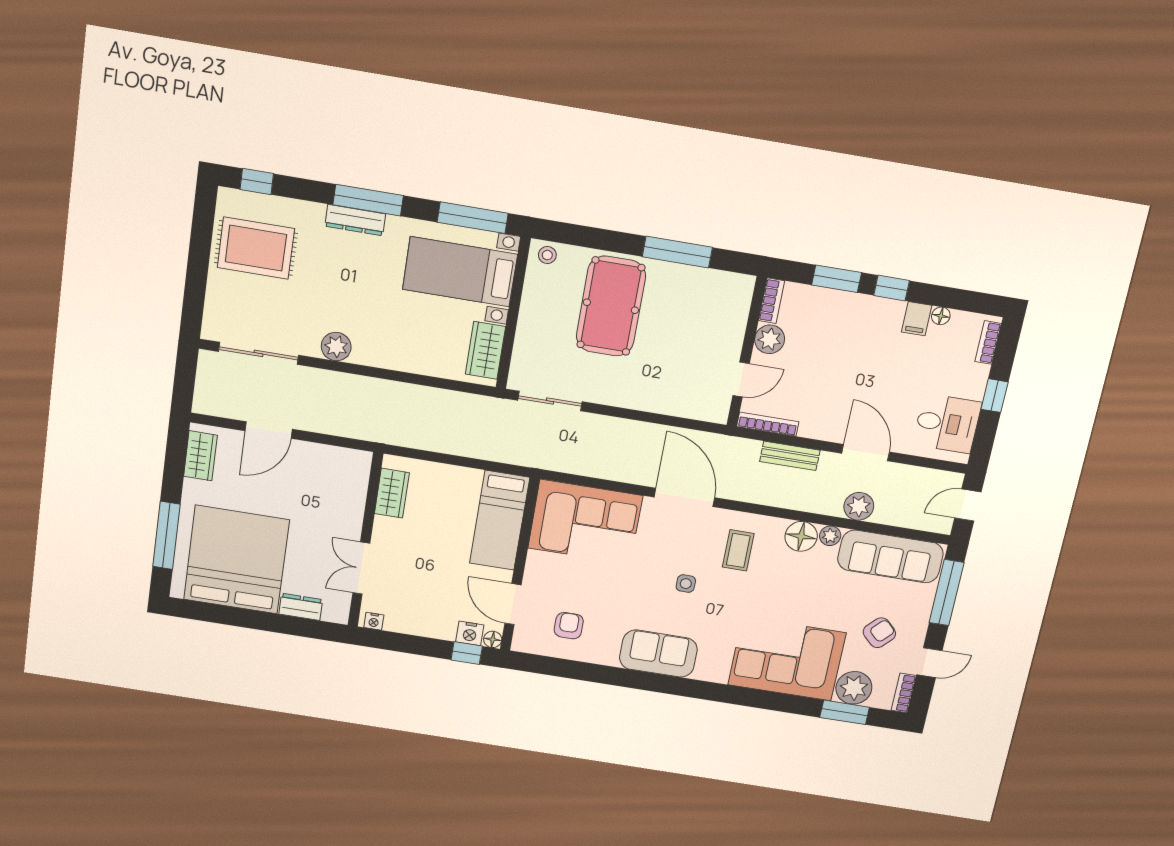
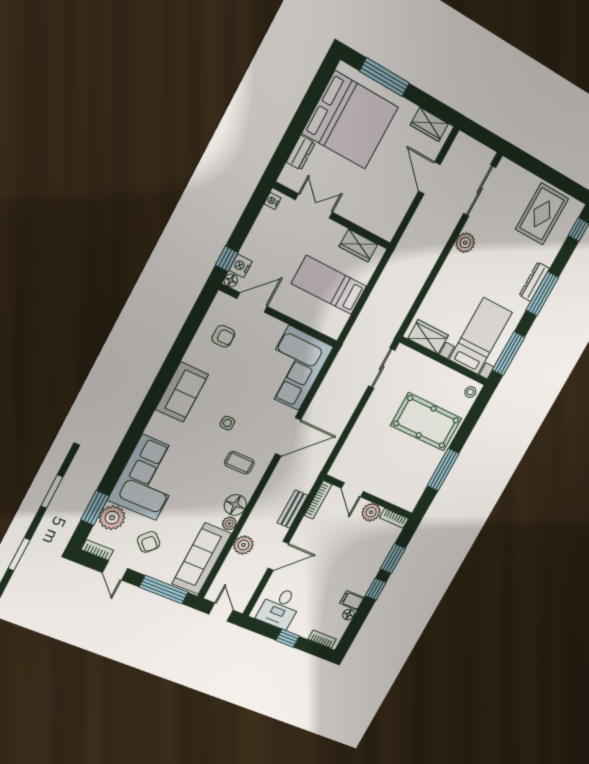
bed: (500, 520) -> (329, 285), moved

